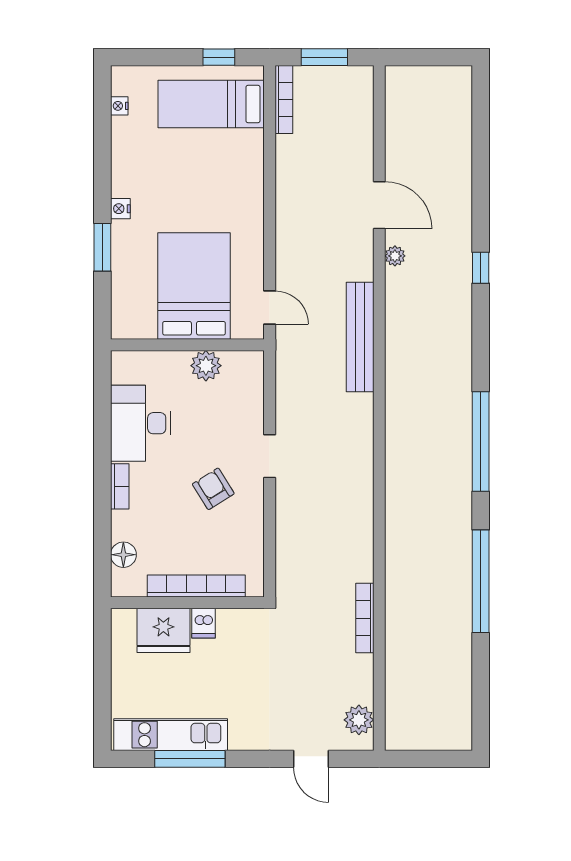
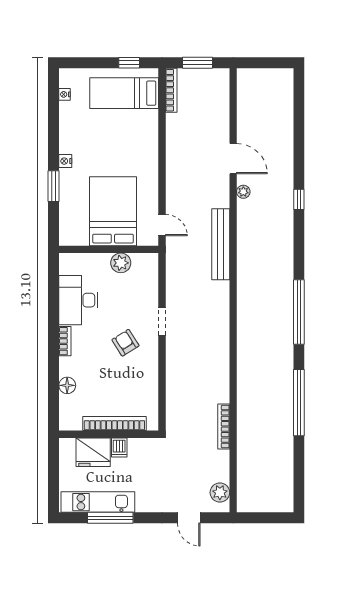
bookcase: (196, 586) -> (114, 423), moved
wall: (187, 603) -> (109, 434), moved
dishwasher: (204, 623) -> (119, 448), moved
fridge: (163, 630) -> (93, 452), moved

